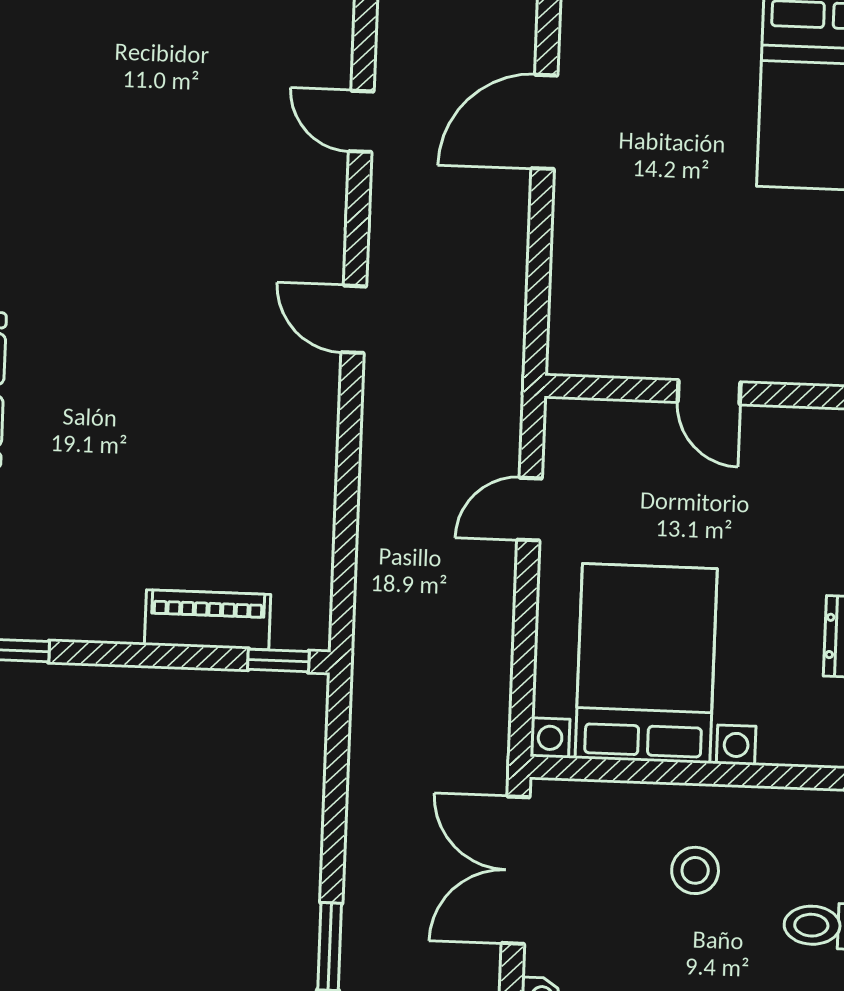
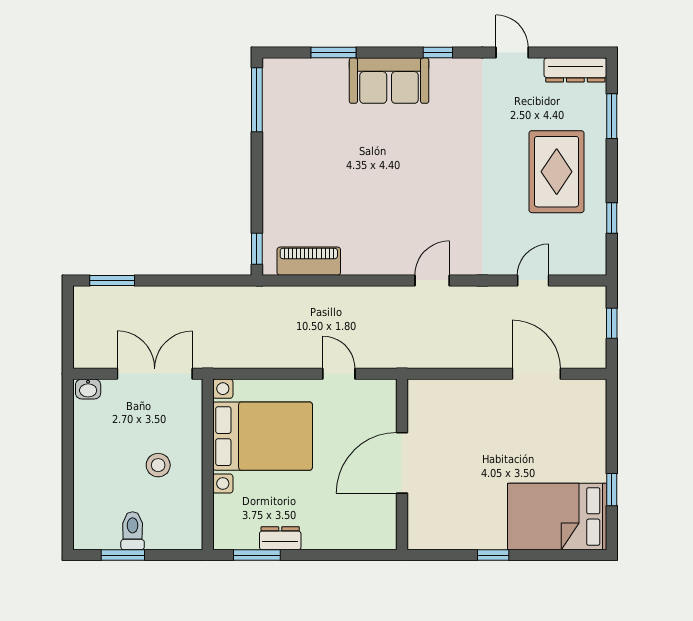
rug: (150, 67) -> (557, 172), added
door: (709, 392) -> (402, 463), width x1.87
piano: (208, 620) -> (309, 261), moved, turned -90

